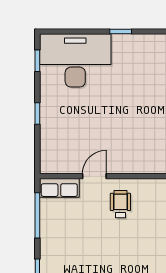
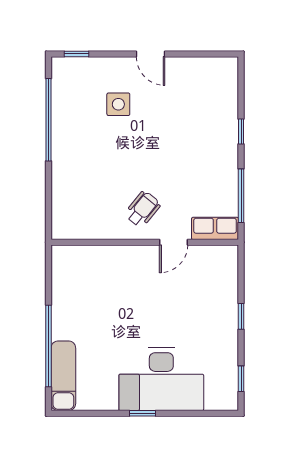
desk: (75, 60) -> (161, 379), moved
wheelchair: (120, 204) -> (143, 209), turned -141

